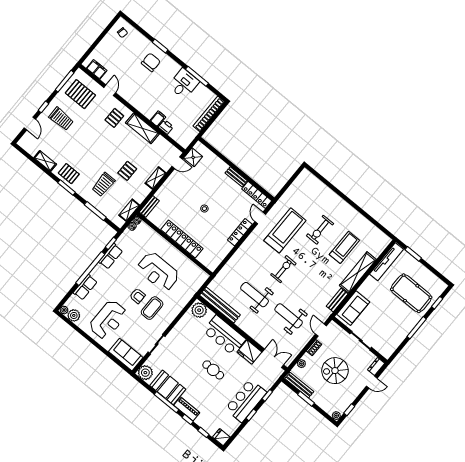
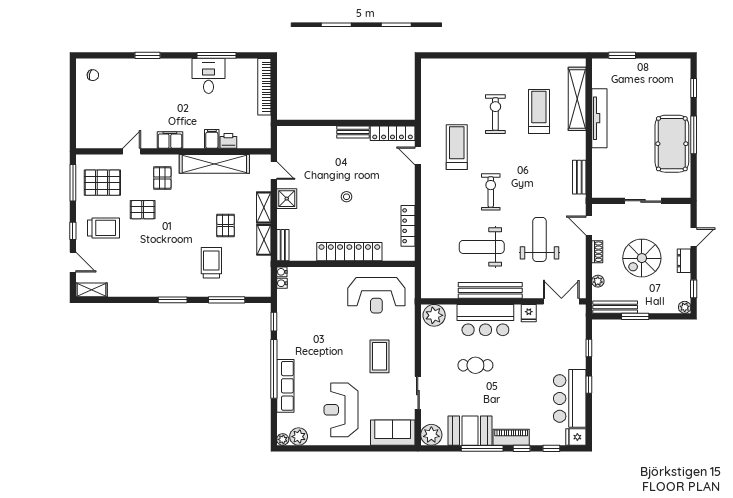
chair: (151, 62) -> (152, 82), removed
filing cabinet: (97, 69) -> (170, 140), moved
door: (110, 90) -> (132, 151), hinge flipped
shelving: (142, 128) -> (214, 164), width x1.47
shower: (193, 157) -> (287, 199), moved
shelving: (45, 161) -> (91, 290), moved
door: (177, 163) -> (274, 170), hinge flipped
pallet: (69, 174) -> (143, 210), moved
trolley: (103, 185) -> (211, 263), turned 180
shelving: (129, 210) -> (264, 240), moved
treadmill: (285, 230) -> (457, 147), width x0.73, depth x0.73
exercise bike: (320, 230) -> (495, 114), turned 180
locker: (240, 232) -> (408, 226), moved
row of seats: (111, 256) -> (285, 336), removed
tv unit: (387, 262) -> (599, 118), moved
reception desk: (158, 272) -> (376, 295), moved
shelving: (358, 272) -> (577, 99), moved
row of seats: (85, 287) -> (285, 386), width x1.48
pool table: (411, 293) -> (672, 144), moved, turned 90
armchair: (137, 296) -> (352, 356), removed
bench: (220, 305) -> (490, 290), moved
sofa: (353, 308) -> (605, 171), removed
weight bench: (289, 316) -> (539, 239), turned 90
reception desk: (108, 320) -> (341, 410), turned 180
fridge: (249, 352) -> (529, 313), width x0.53, depth x0.75
dresser: (376, 367) -> (684, 261), moved
cafe table: (213, 370) -> (475, 365), moved
bar counter: (246, 401) -> (570, 398), moved

